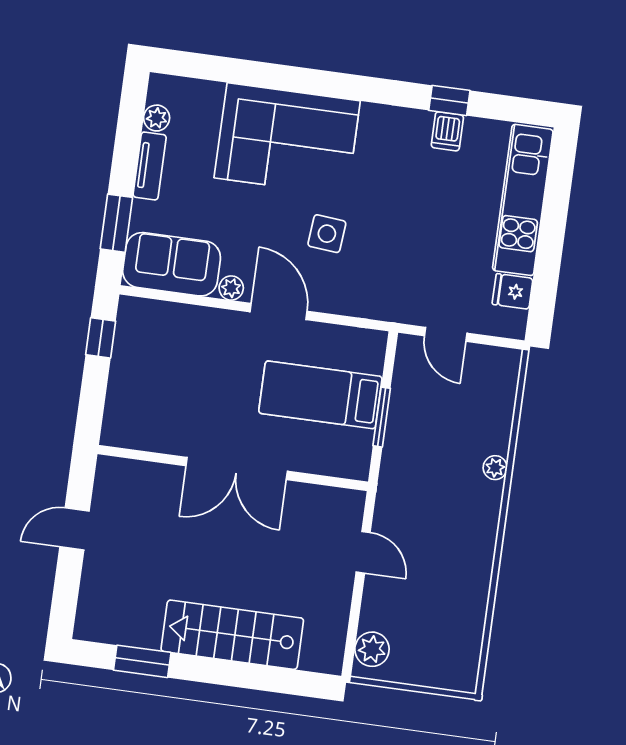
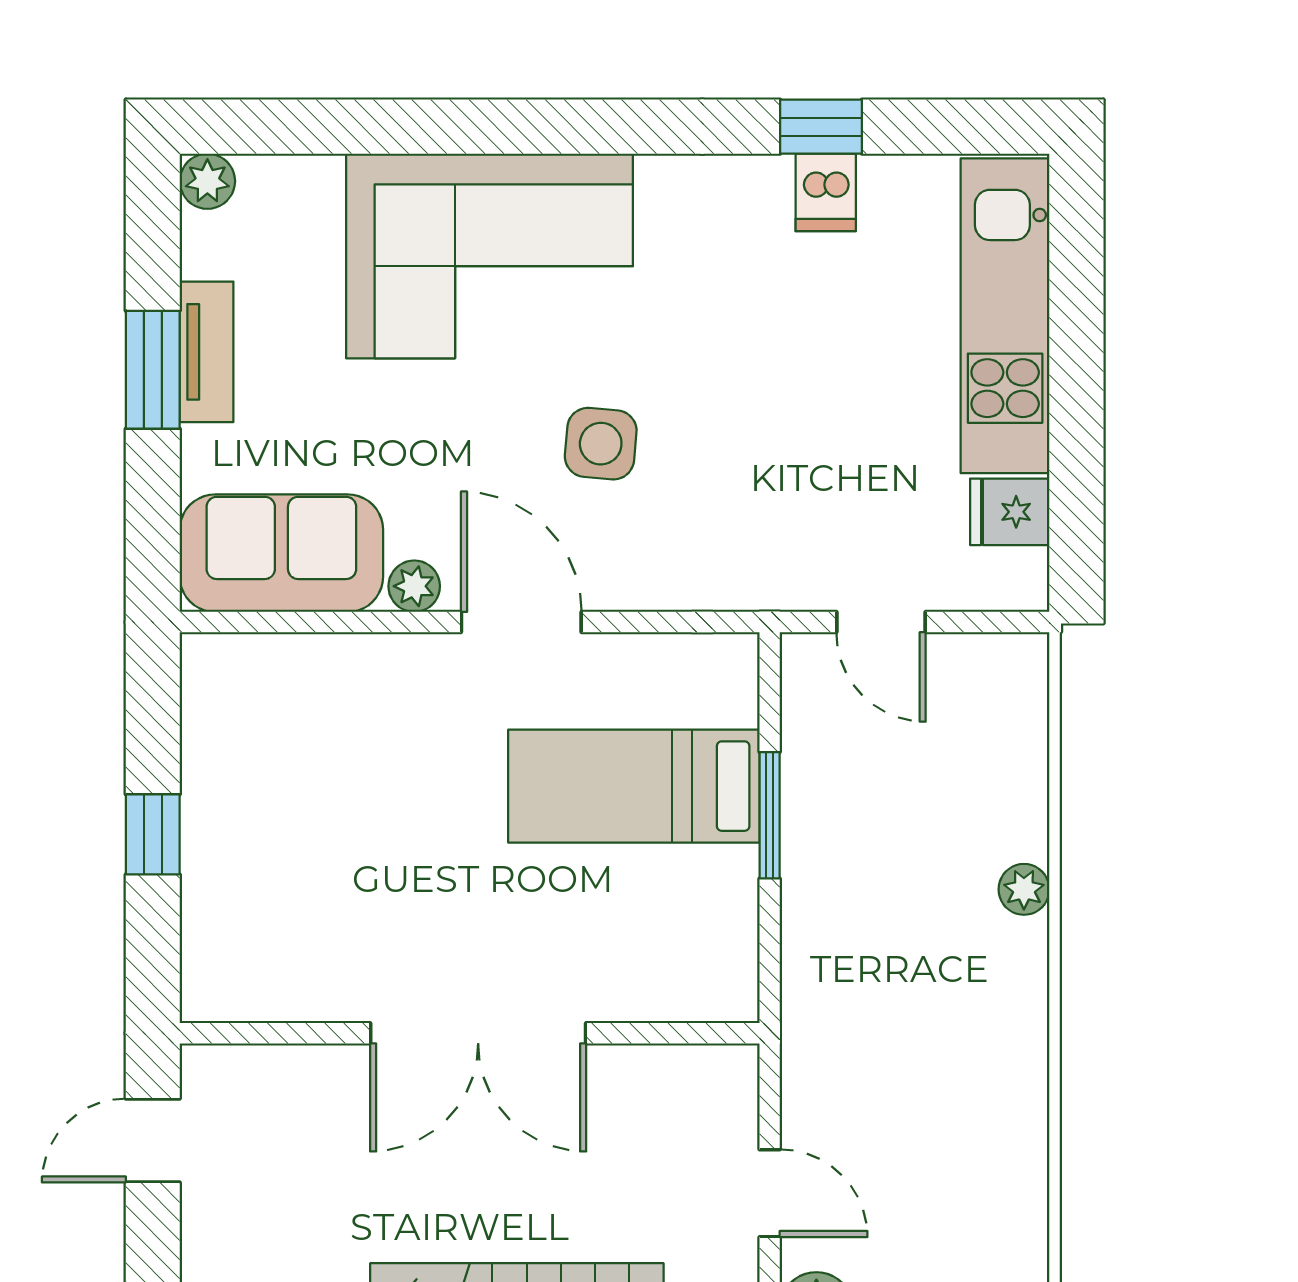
plant: (157, 118) -> (207, 181), moved
window: (116, 223) -> (153, 370), moved
window: (101, 338) -> (153, 834), moved
wall: (233, 468) -> (470, 1033), moved
double door: (237, 468) -> (478, 1033), moved
door: (363, 552) -> (770, 1193), moved

